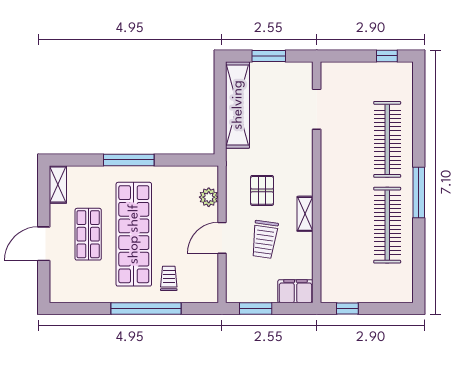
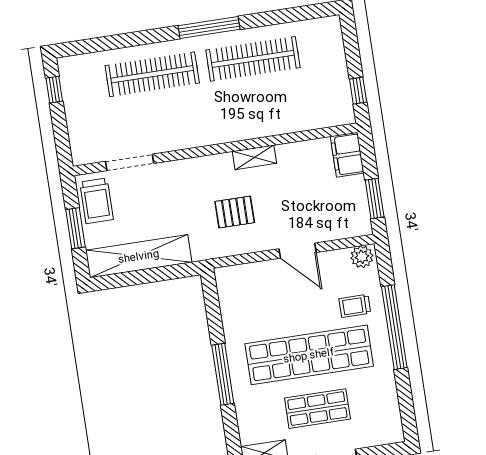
plant: (209, 197) -> (362, 257), moved
trolley: (264, 239) -> (97, 201), moved, turned 82

